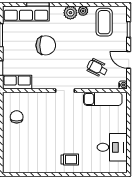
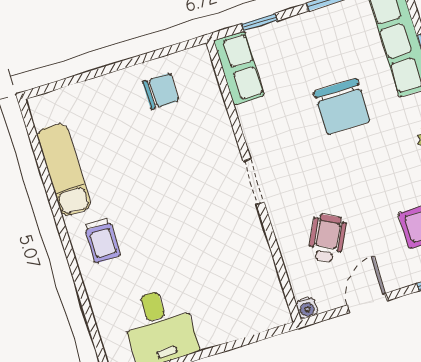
exam couch: (103, 99) -> (64, 169), moved, turned 180

